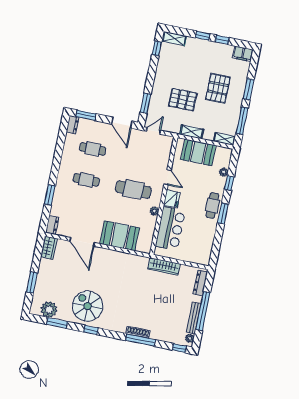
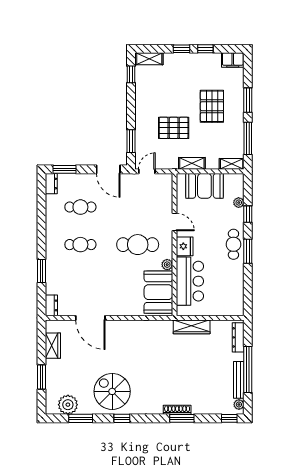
booth: (120, 236) -> (158, 292), moved, turned 90
wardrobe: (49, 248) -> (53, 346), moved
window: (140, 340) -> (182, 418), width x0.69

